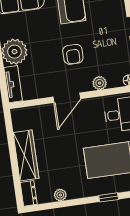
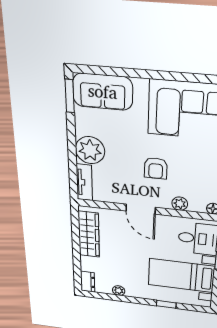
door: (67, 98) -> (141, 209), hinge flipped
wardrobe: (26, 155) -> (89, 234), moved

